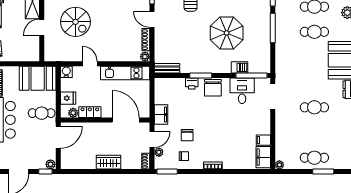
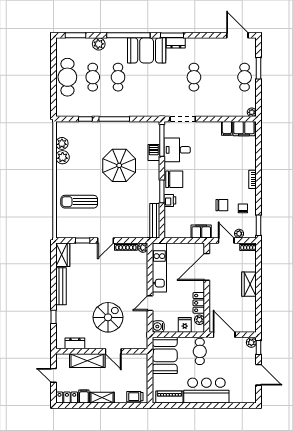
bench: (167, 68) -> (155, 221), width x1.36

